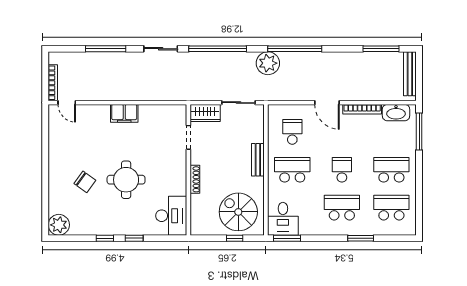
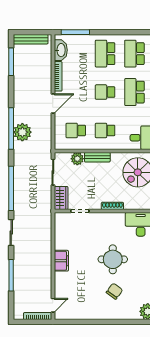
plant: (268, 63) -> (22, 132), moved
plant: (256, 134) -> (77, 159), added
school desk: (292, 170) -> (105, 130), width x0.54

